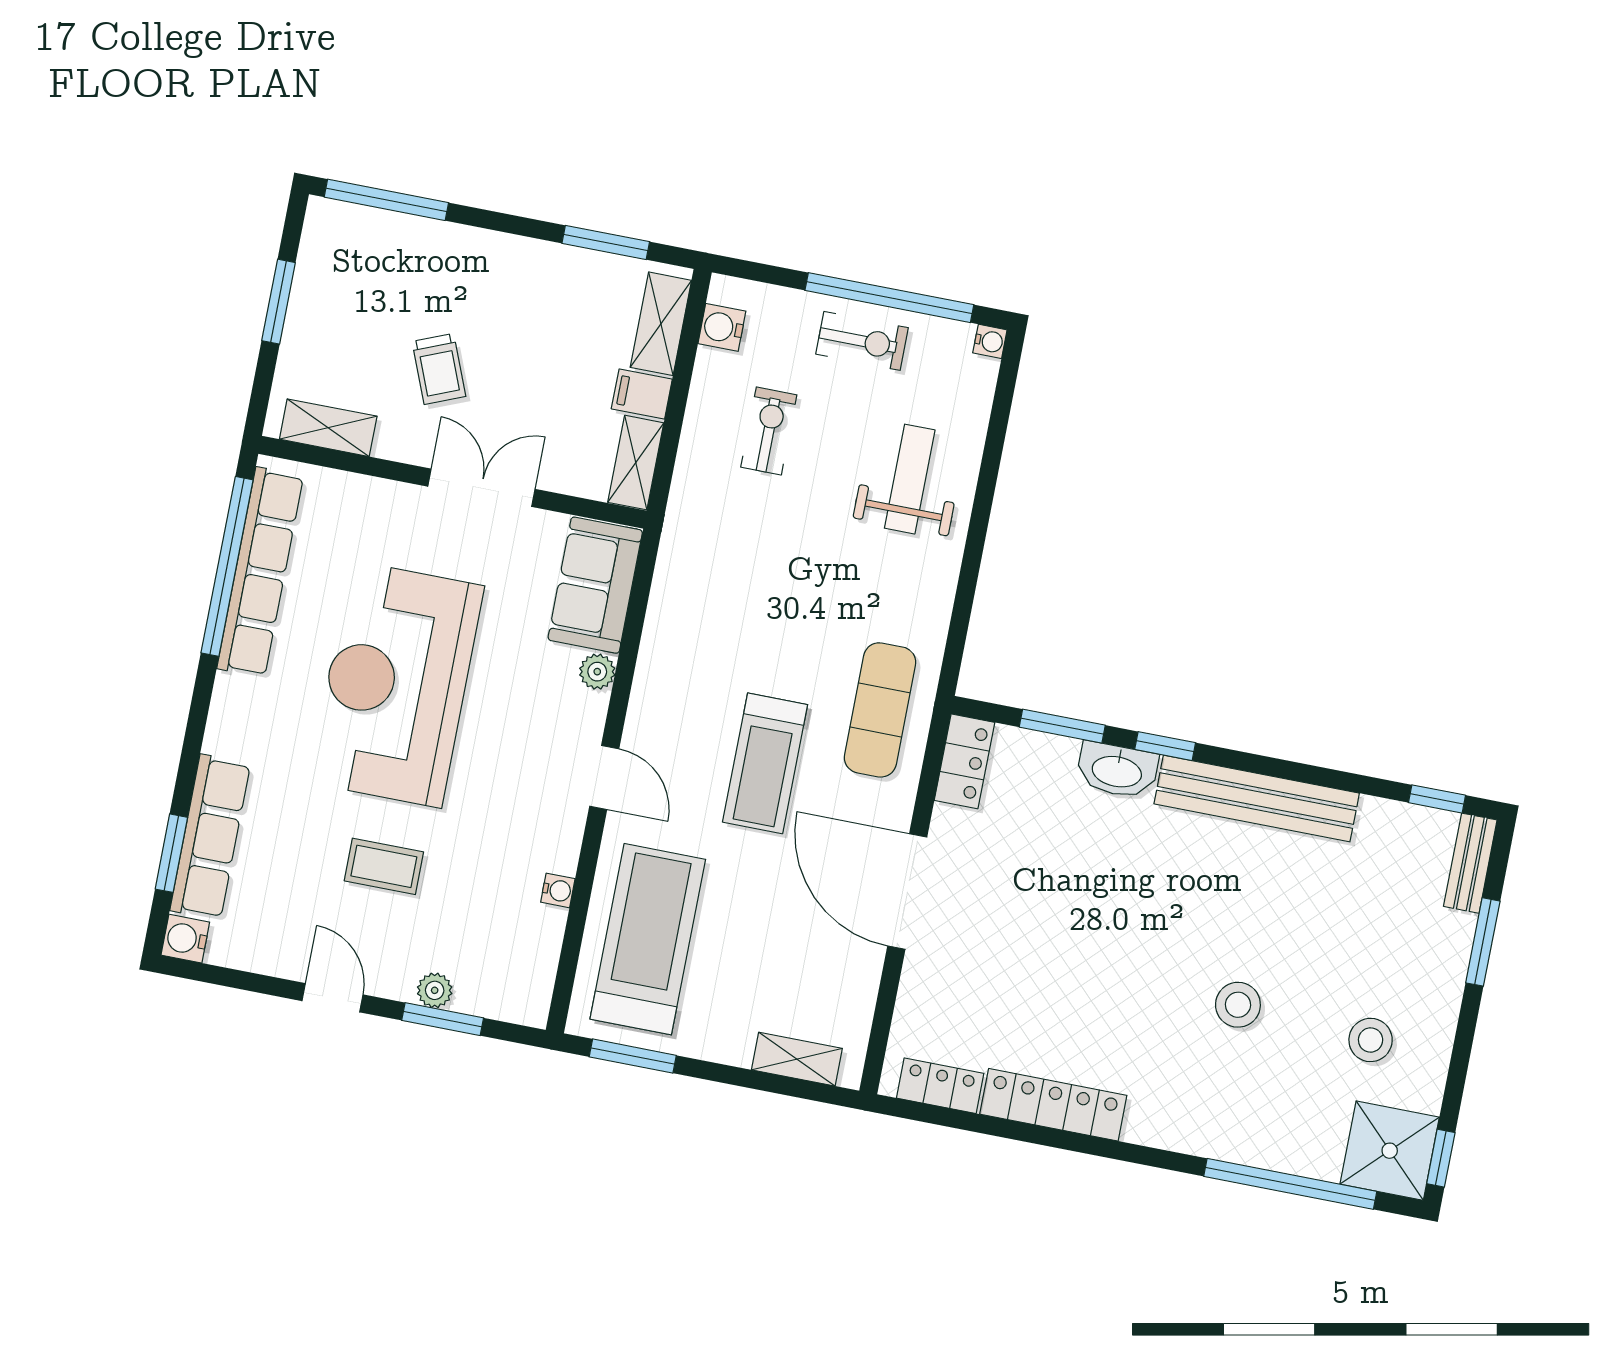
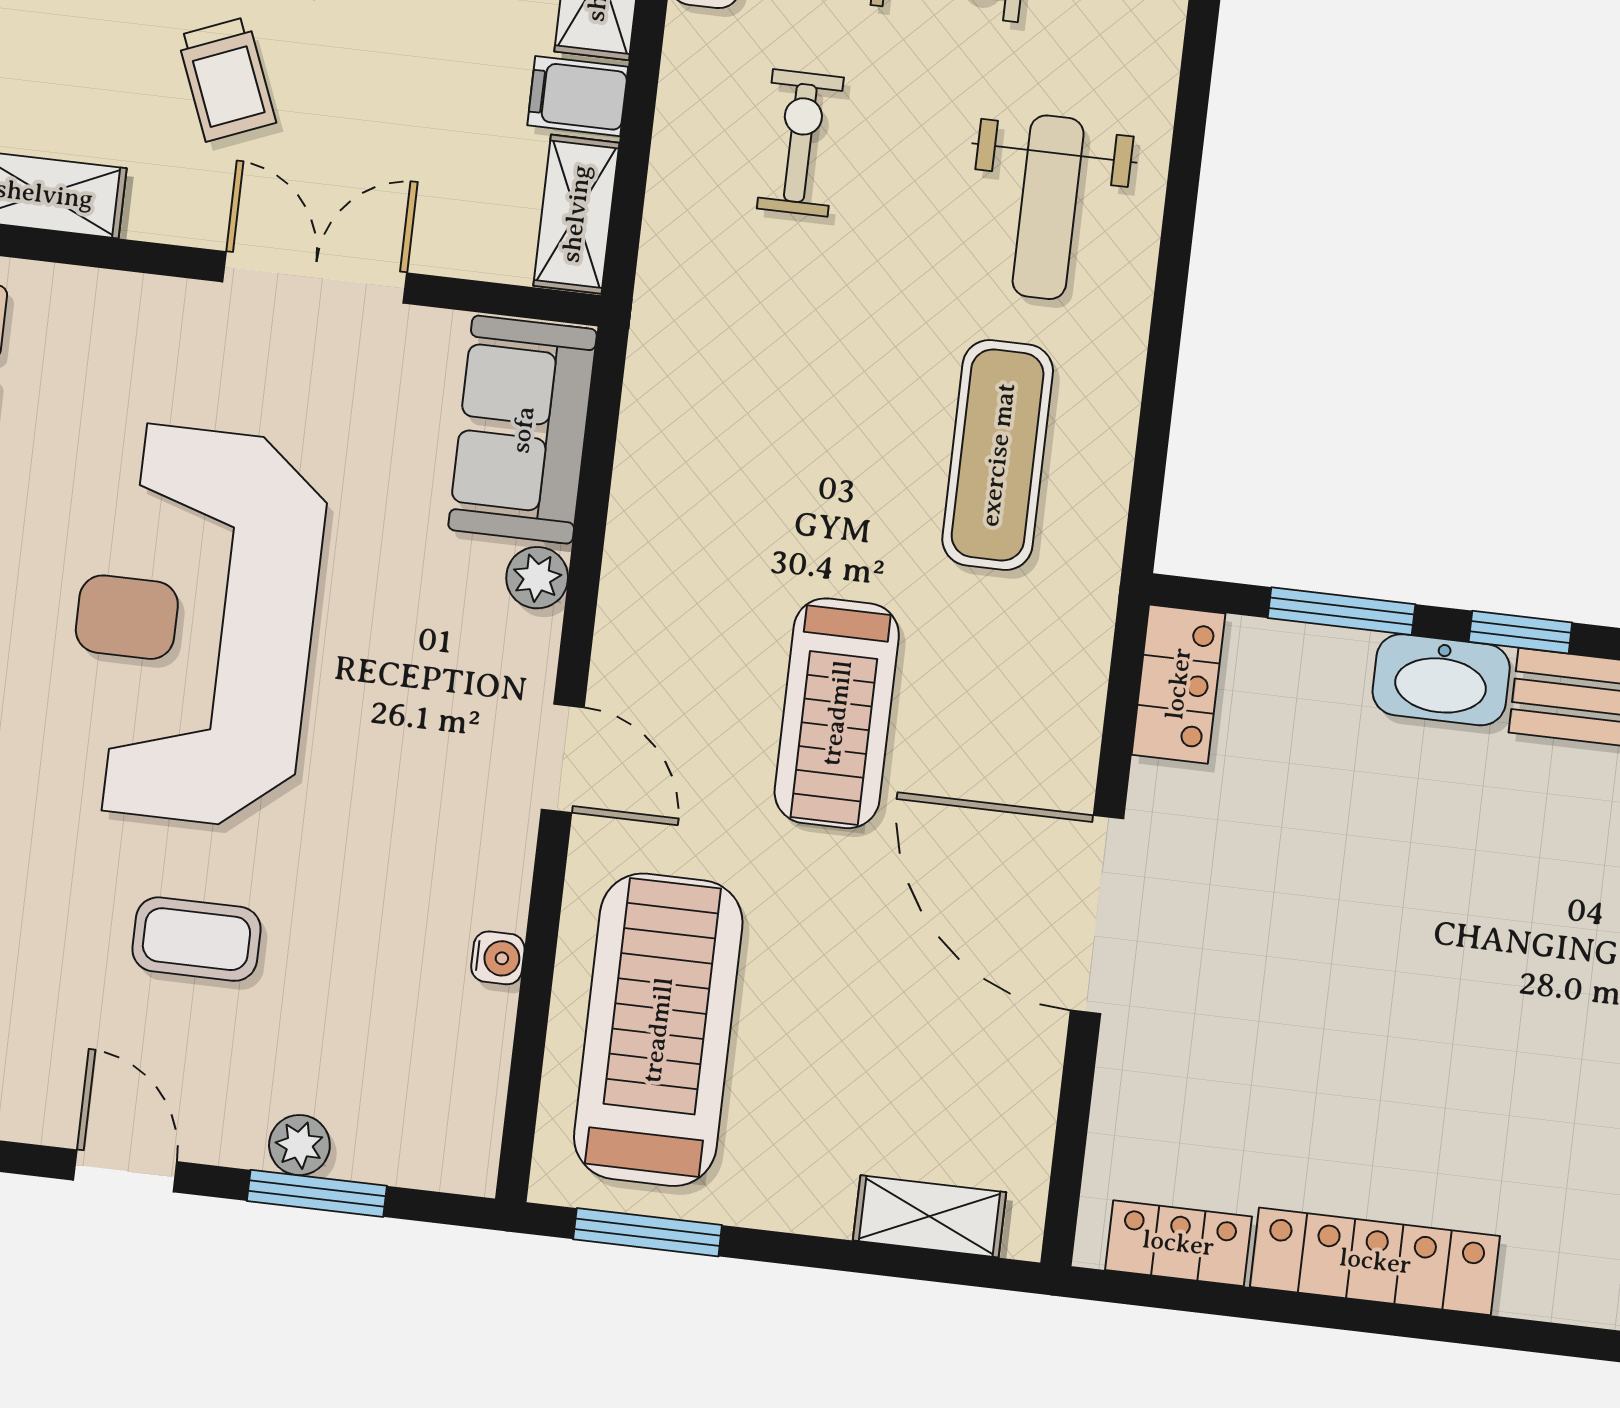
weight bench: (910, 479) -> (1048, 207), turned 180
exercise mat: (880, 710) -> (998, 455), moved

